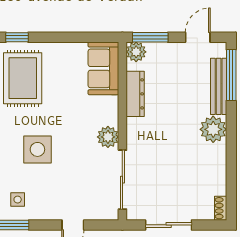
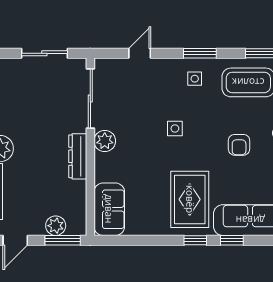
plant: (136, 52) -> (56, 226), moved
dresser: (135, 94) -> (78, 156), moved
side table: (37, 149) -> (175, 129), width x0.54, depth x0.54

